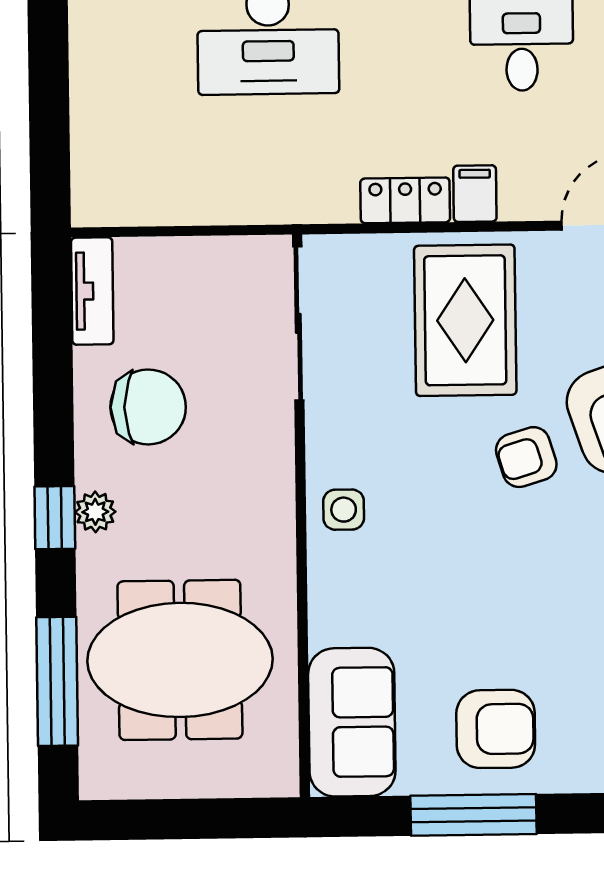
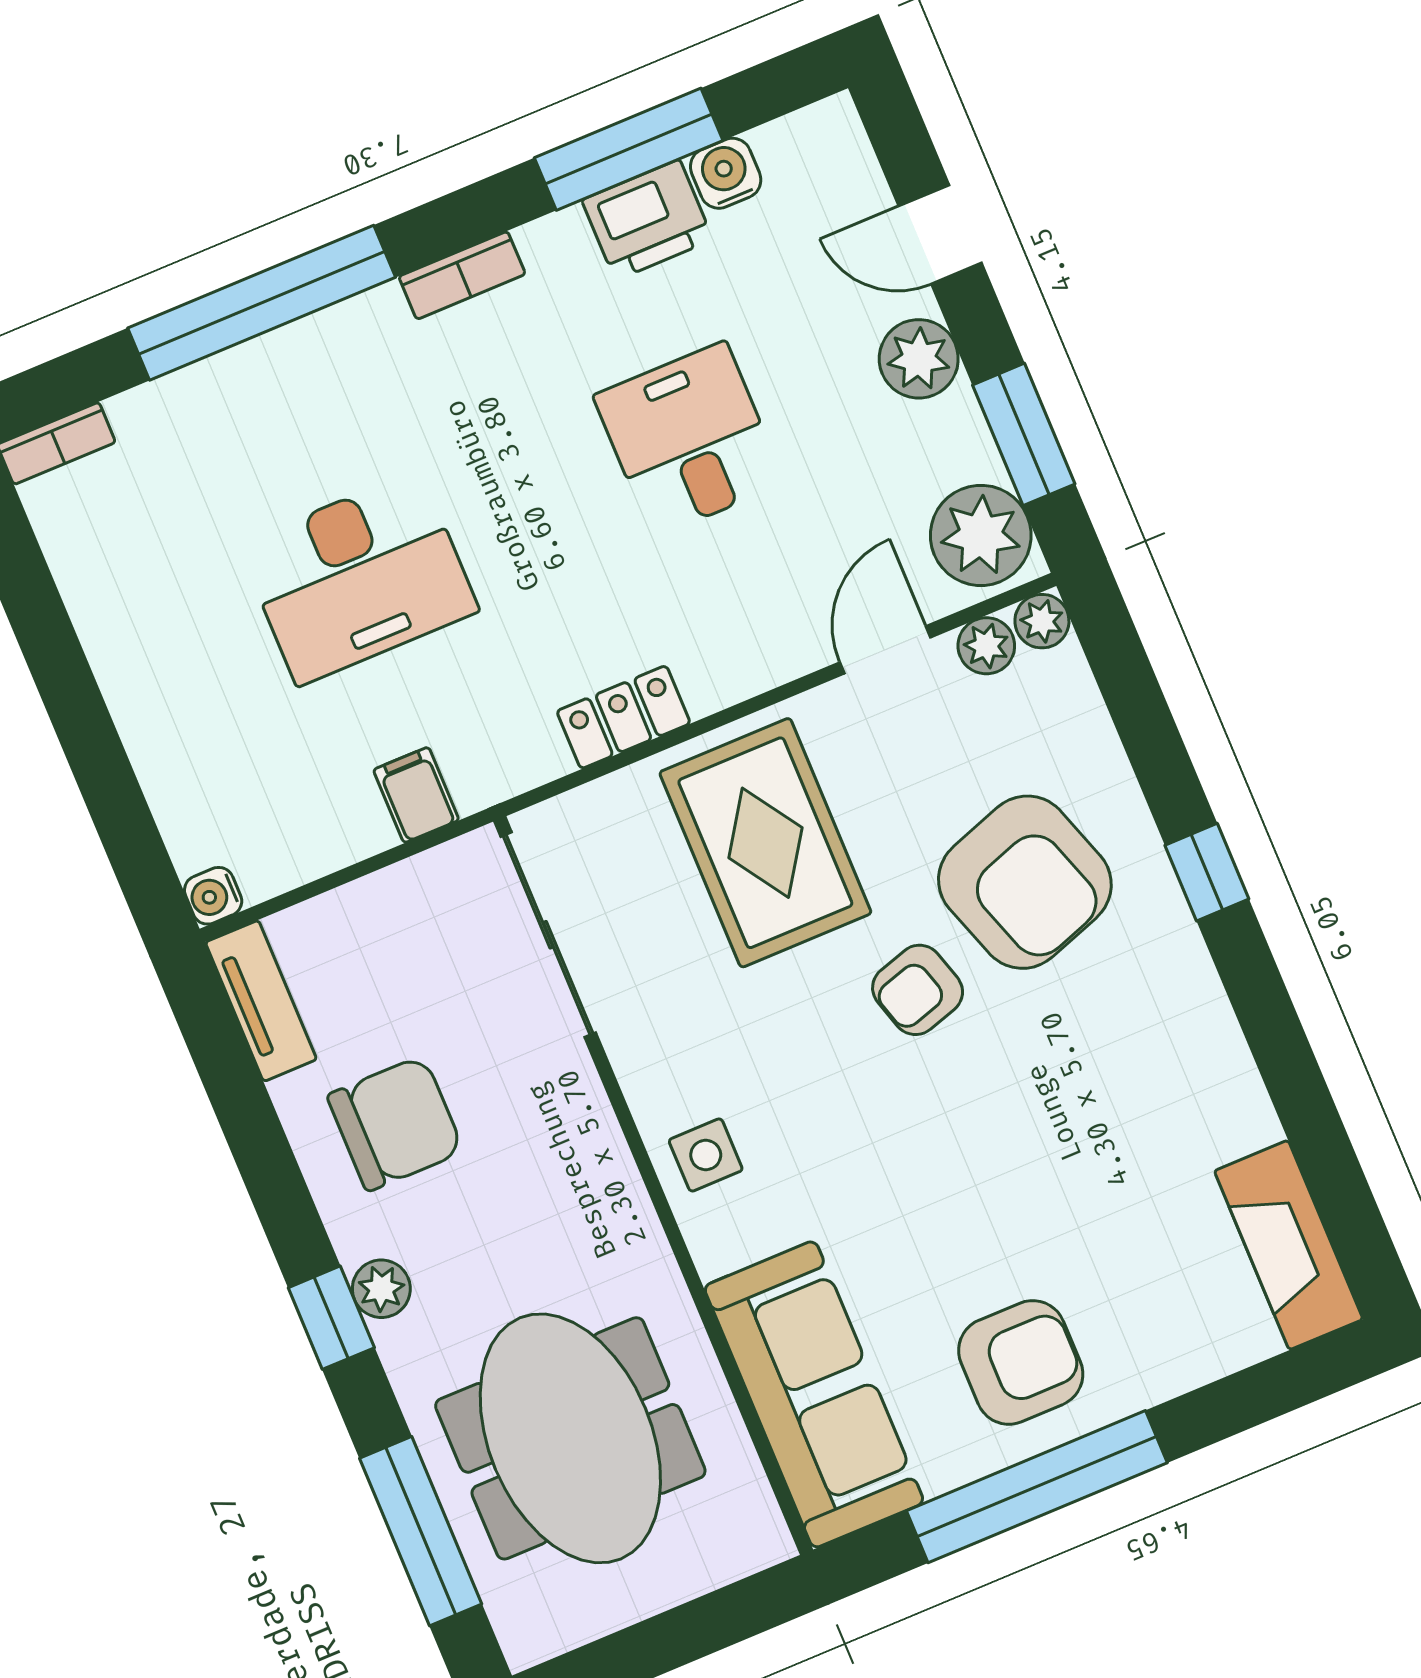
filing cabinet: (475, 194) -> (416, 795), moved
water cooler: (89, 209) -> (213, 896), added
meeting table: (180, 660) -> (570, 1438), turned 90
sofa: (352, 722) -> (814, 1394), width x1.36
window: (473, 815) -> (1037, 1487), width x1.46

